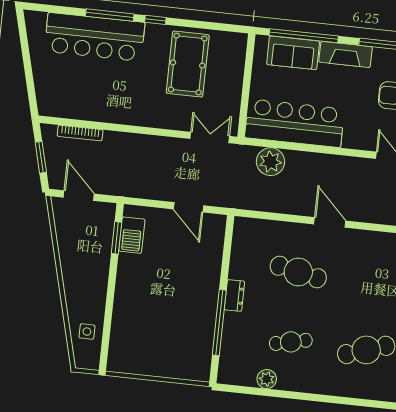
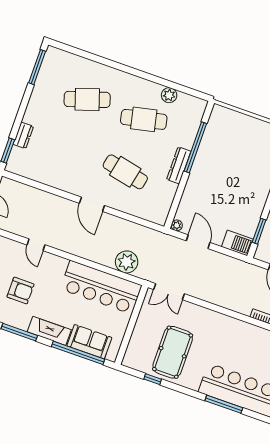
window: (155, 20) -> (153, 379), moved
plant: (219, 221) -> (177, 225), added
barbecue: (132, 235) -> (237, 243), moved, turned 90
dresser: (234, 295) -> (179, 165), width x1.44
cafe table: (291, 342) -> (144, 119), width x1.37, depth x1.35

